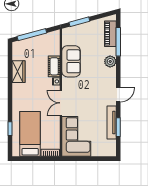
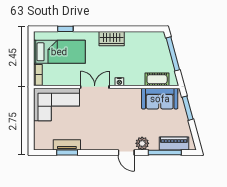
sofa: (71, 61) -> (160, 99), moved
cot: (54, 66) -> (157, 79), moved
wardrobe: (19, 72) -> (112, 39), moved
door: (118, 95) -> (126, 153), moved
tv unit: (112, 123) -> (67, 145), width x0.71

